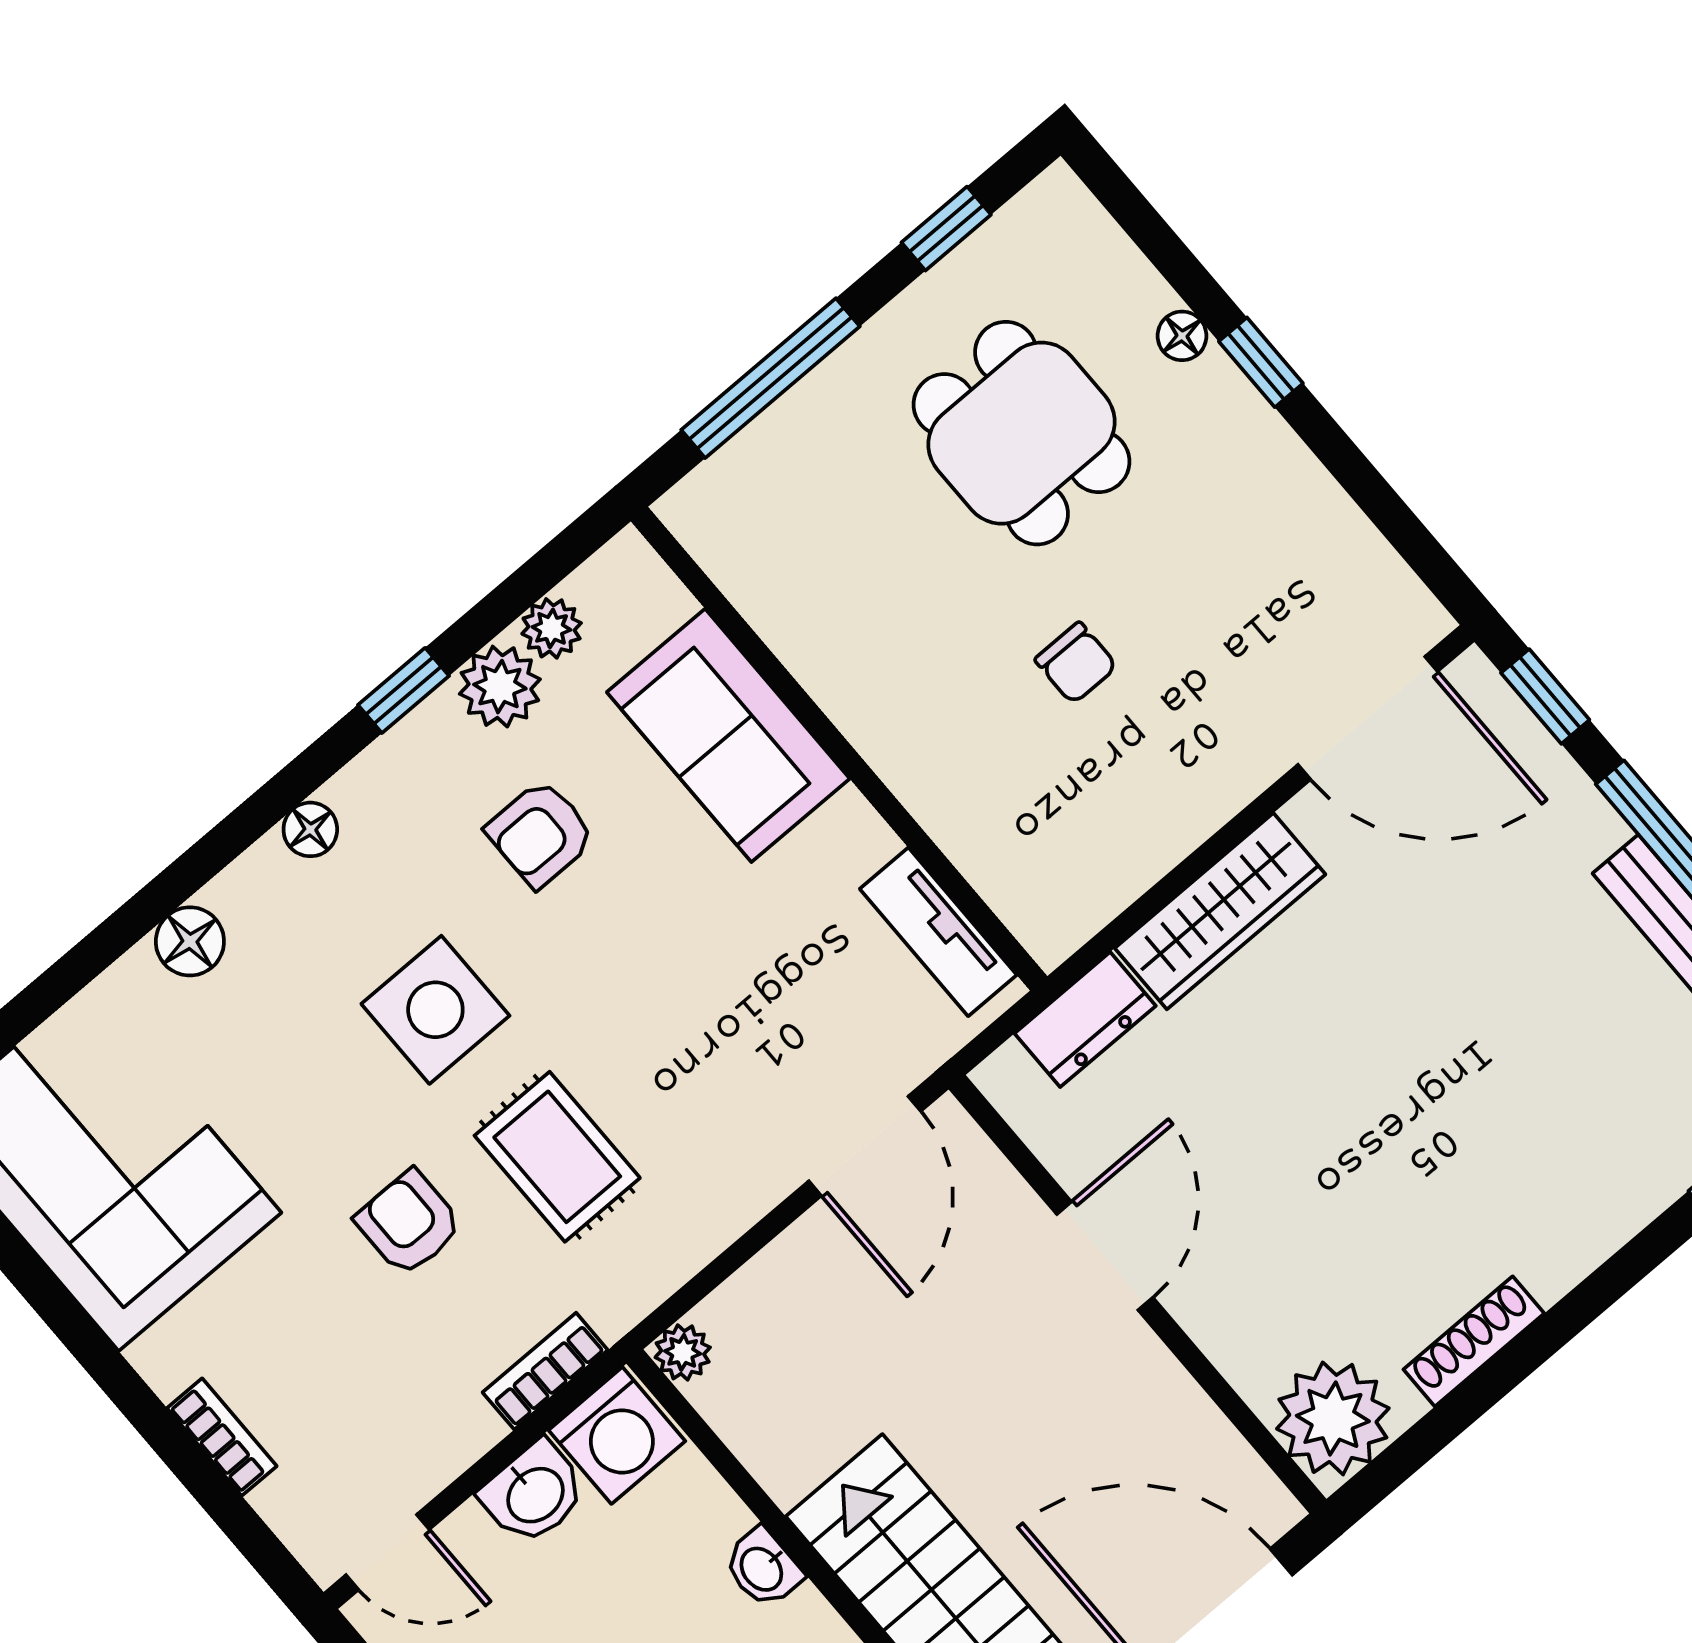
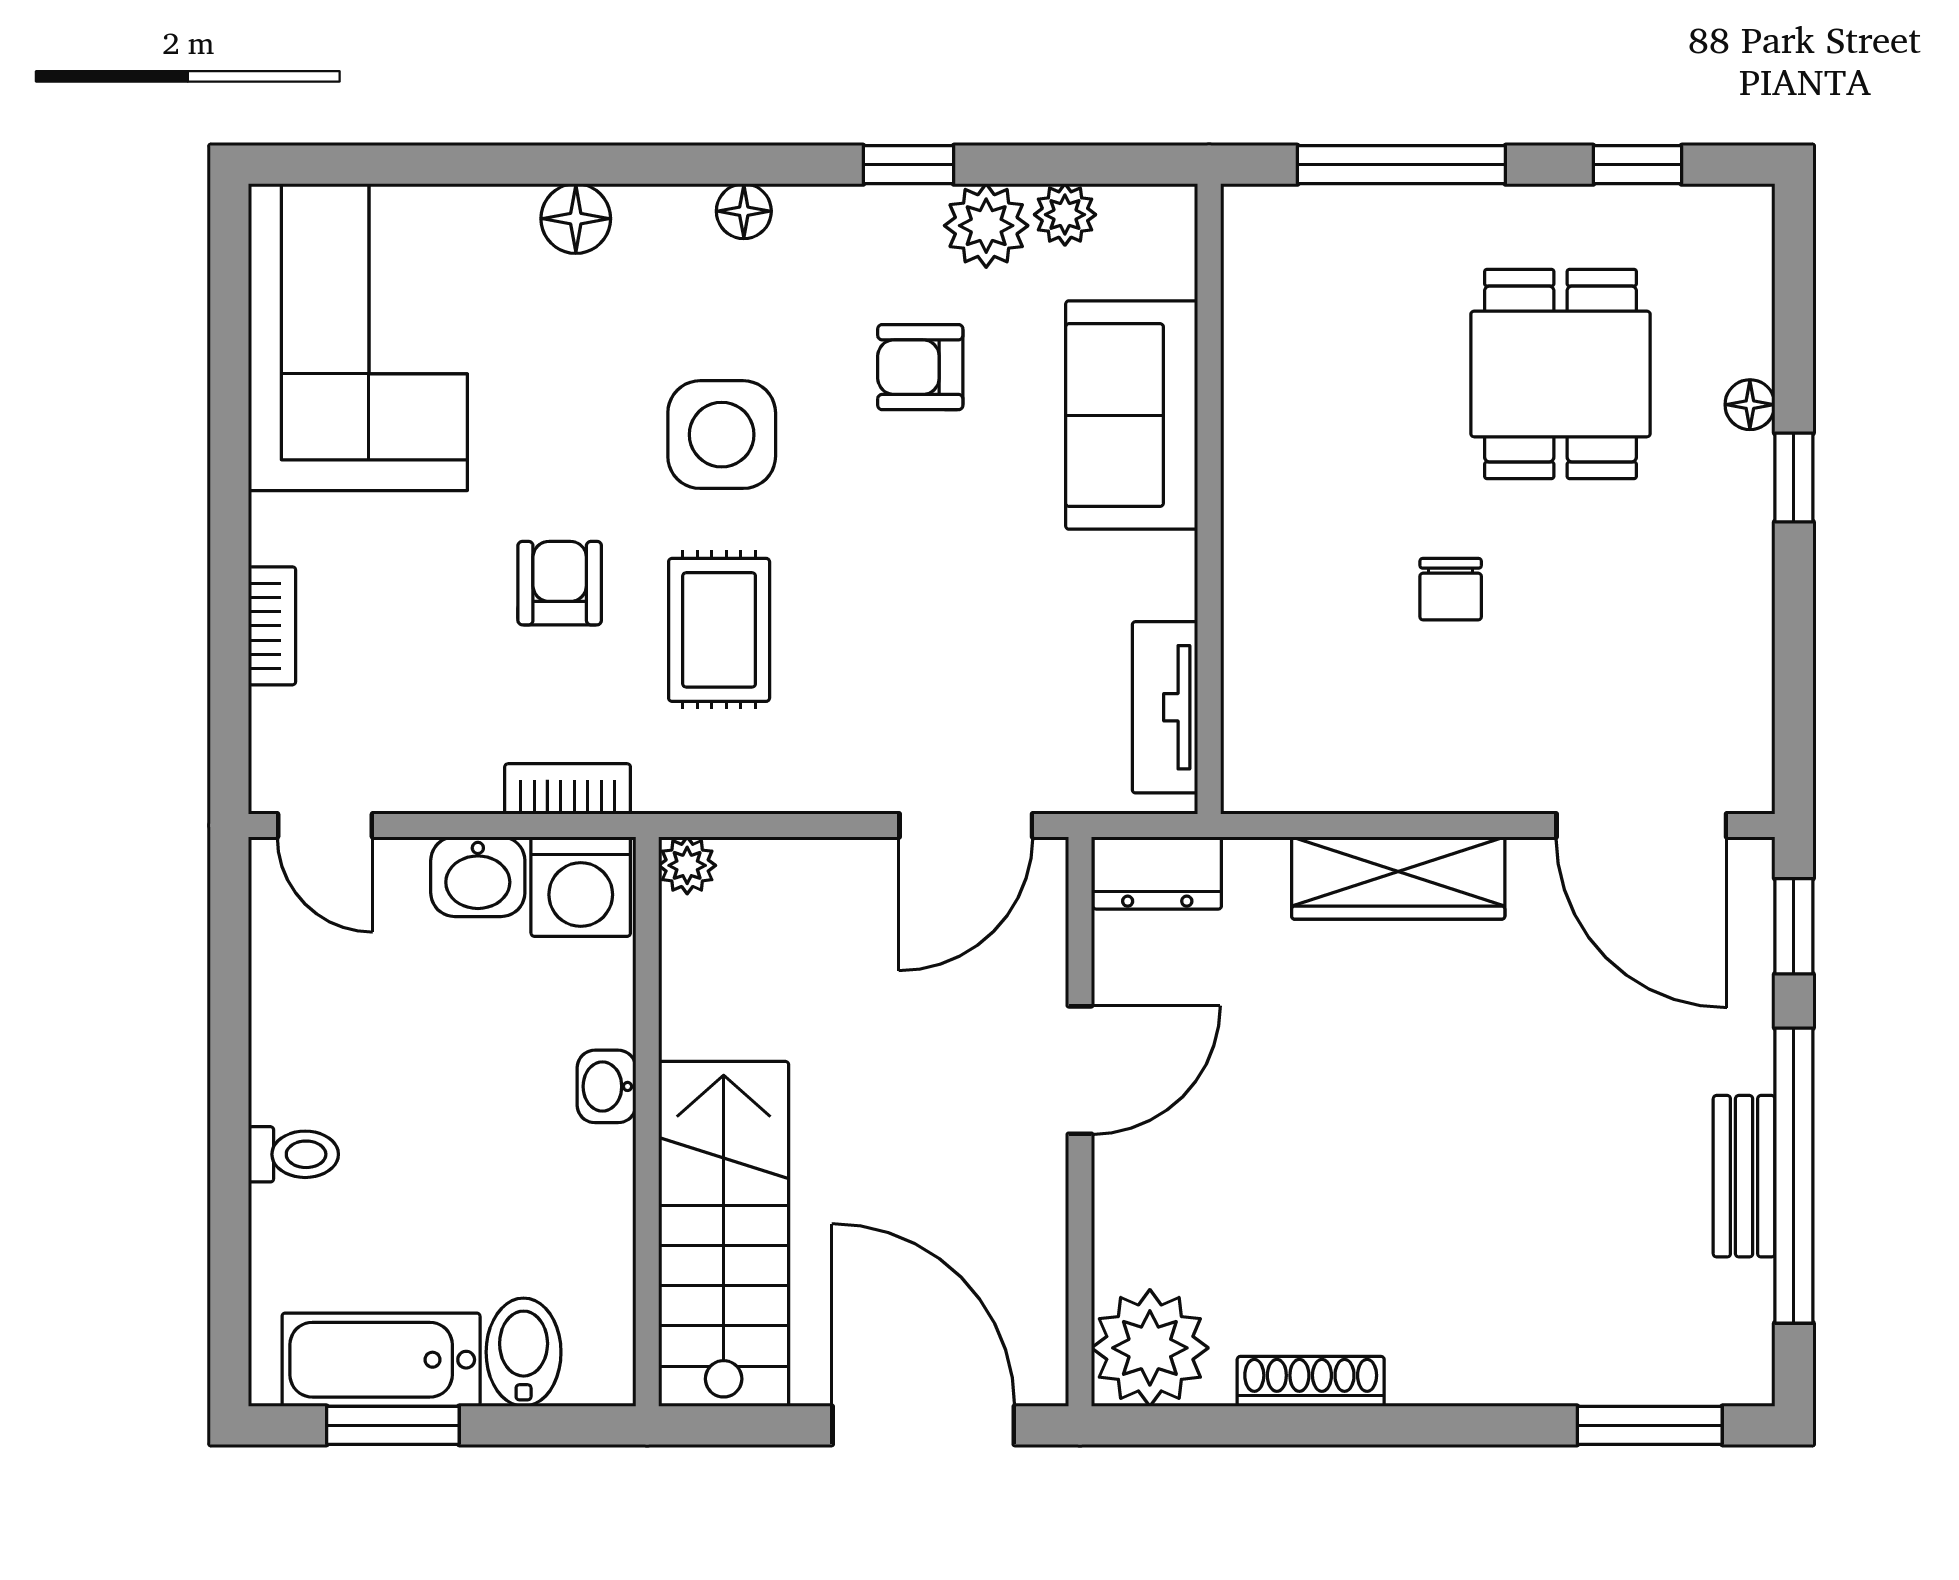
dresser: (1085, 1020) -> (1157, 873), moved

